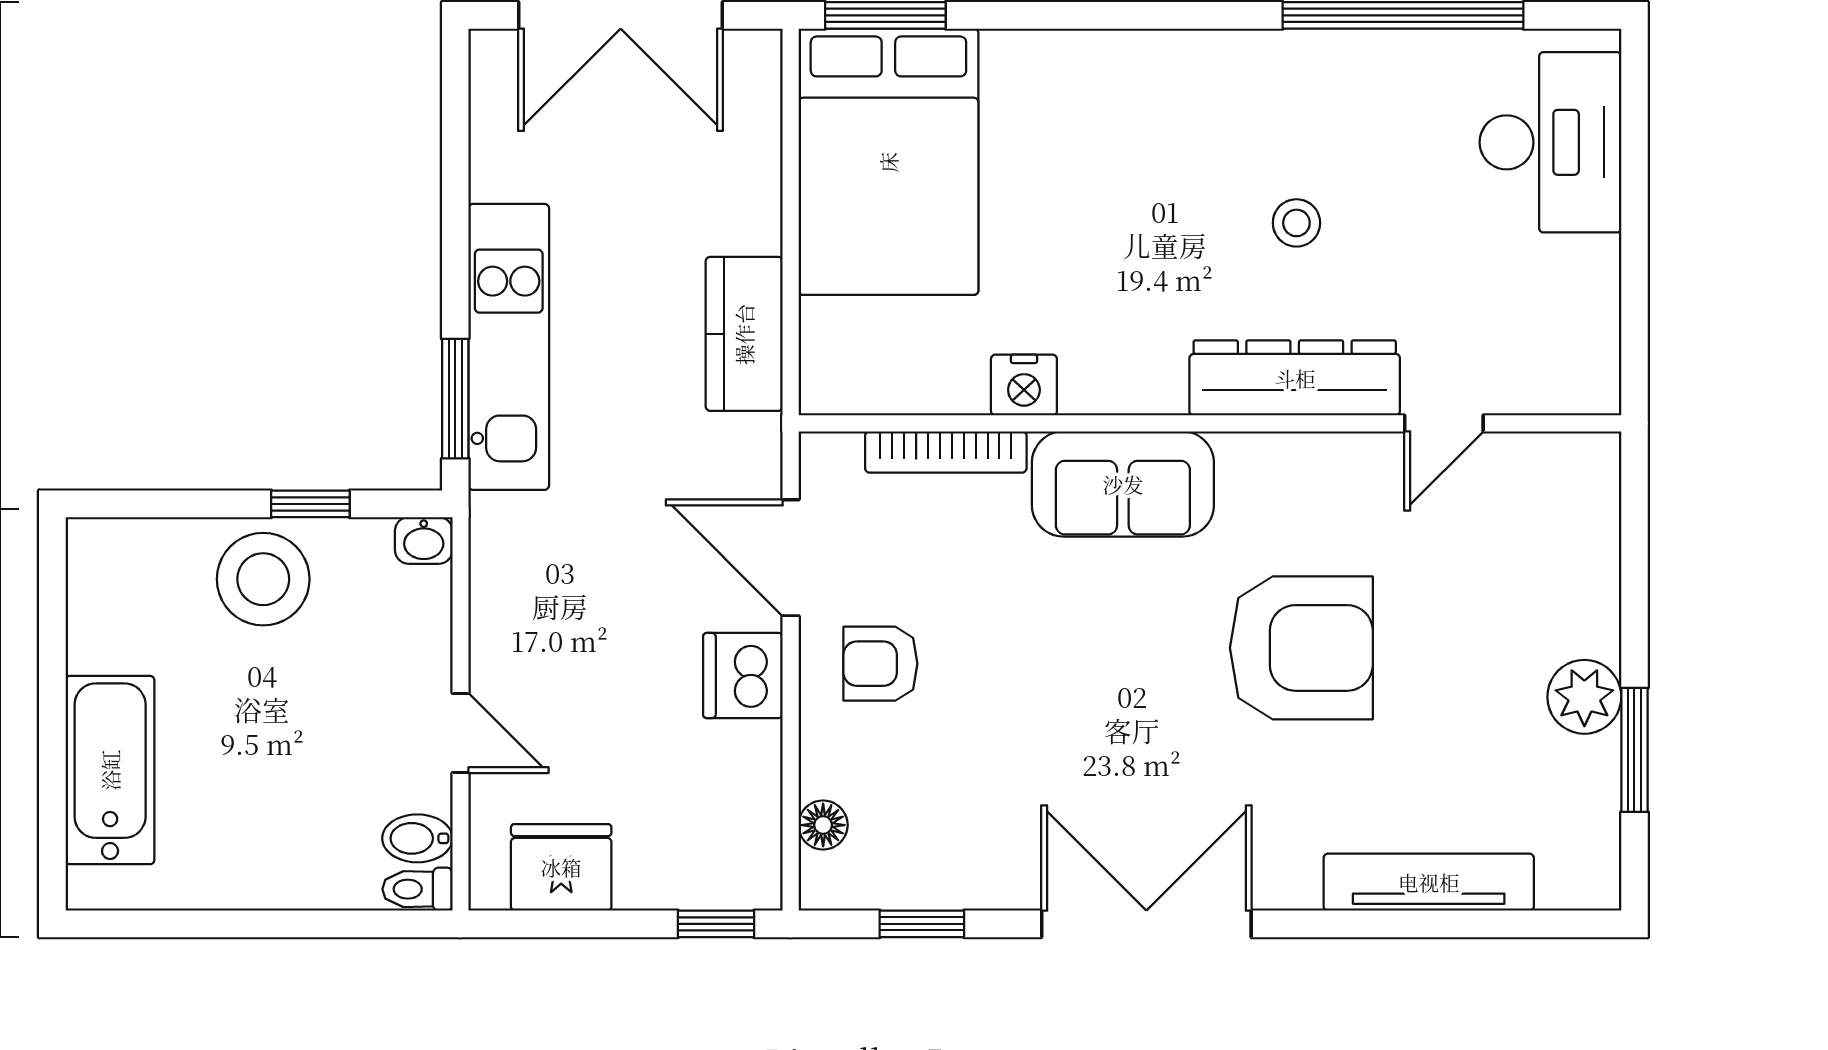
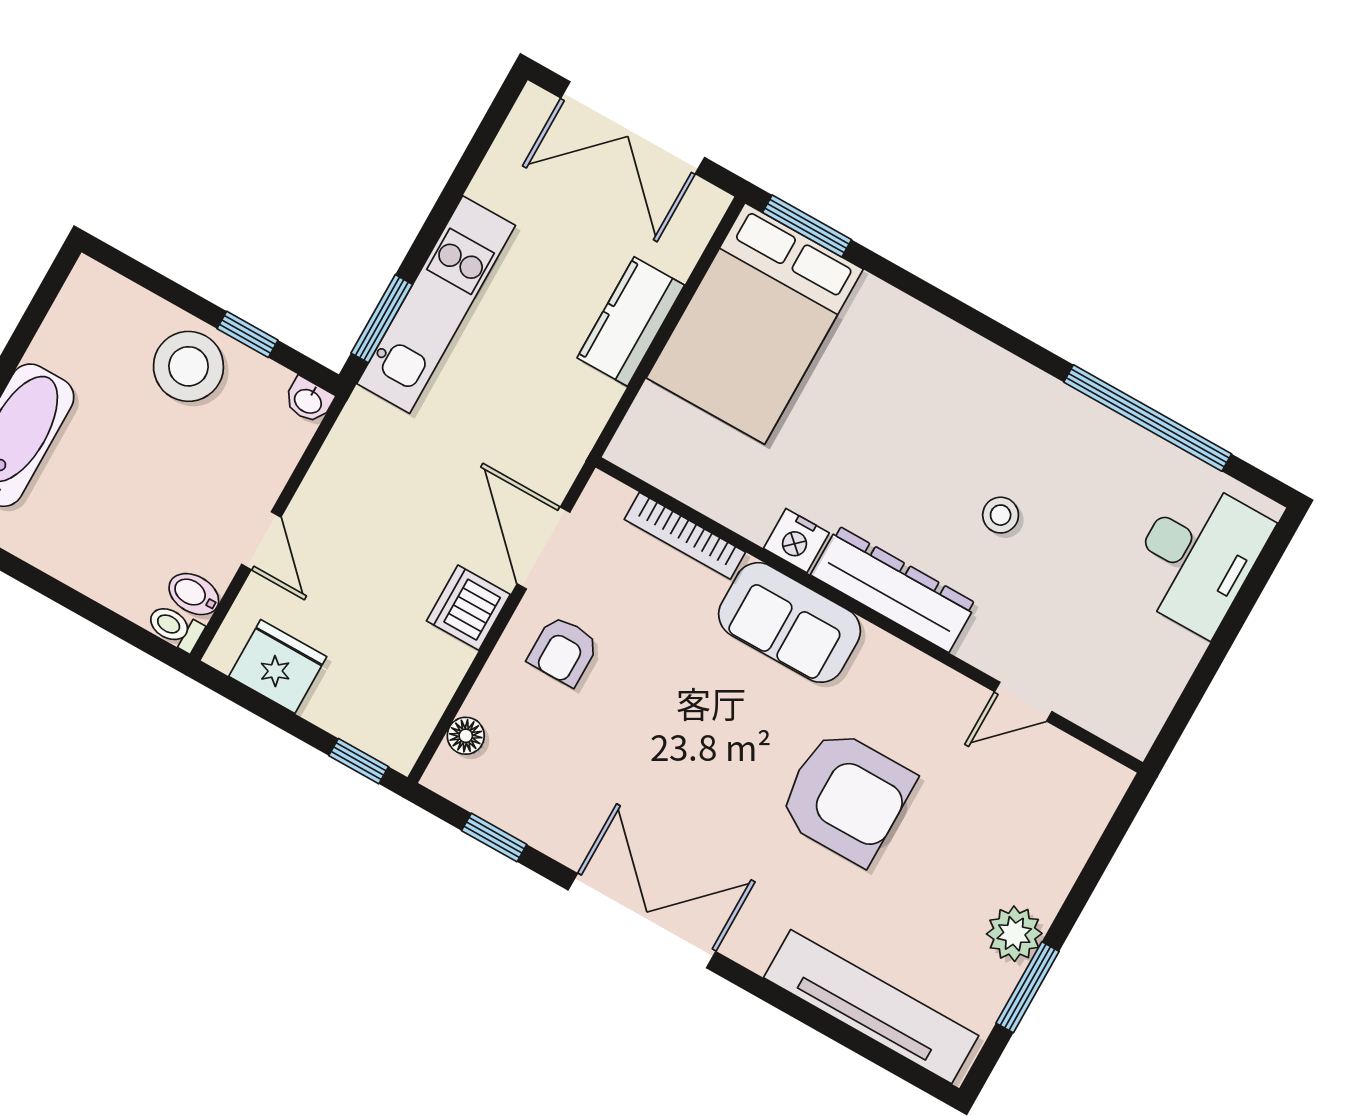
kitchen counter: (744, 334) -> (631, 322), moved
dresser: (1295, 378) -> (893, 589), moved
nightstand: (1024, 385) -> (796, 541), moved
armchair: (880, 664) -> (563, 651), turned -90
tv unit: (1429, 882) -> (871, 1007), width x1.36, depth x1.29

